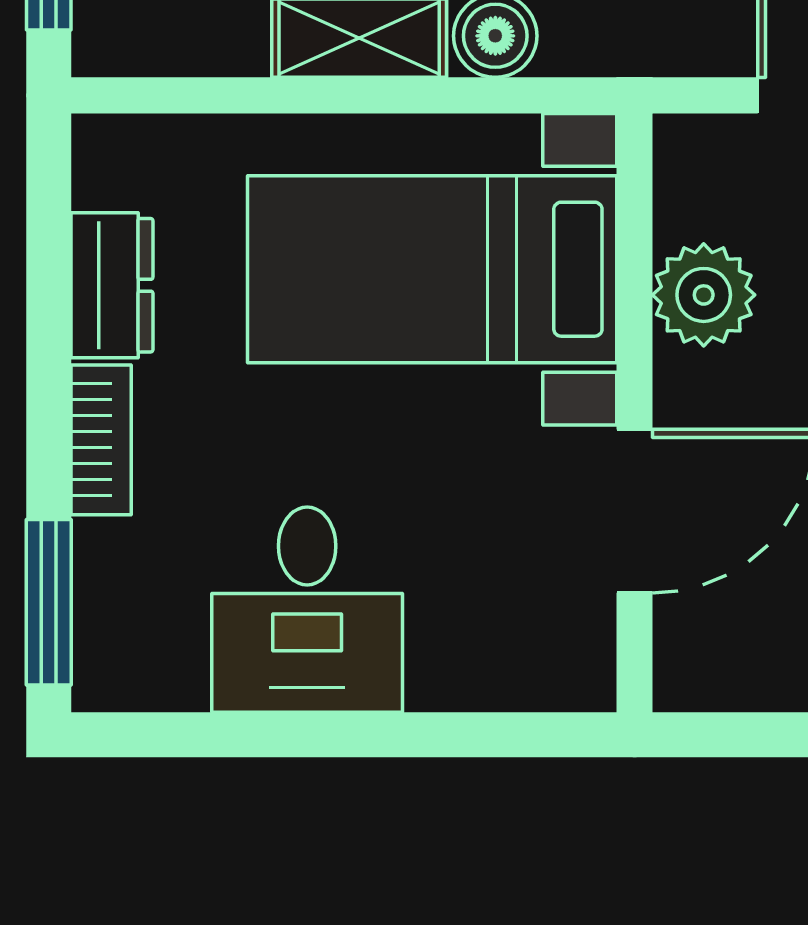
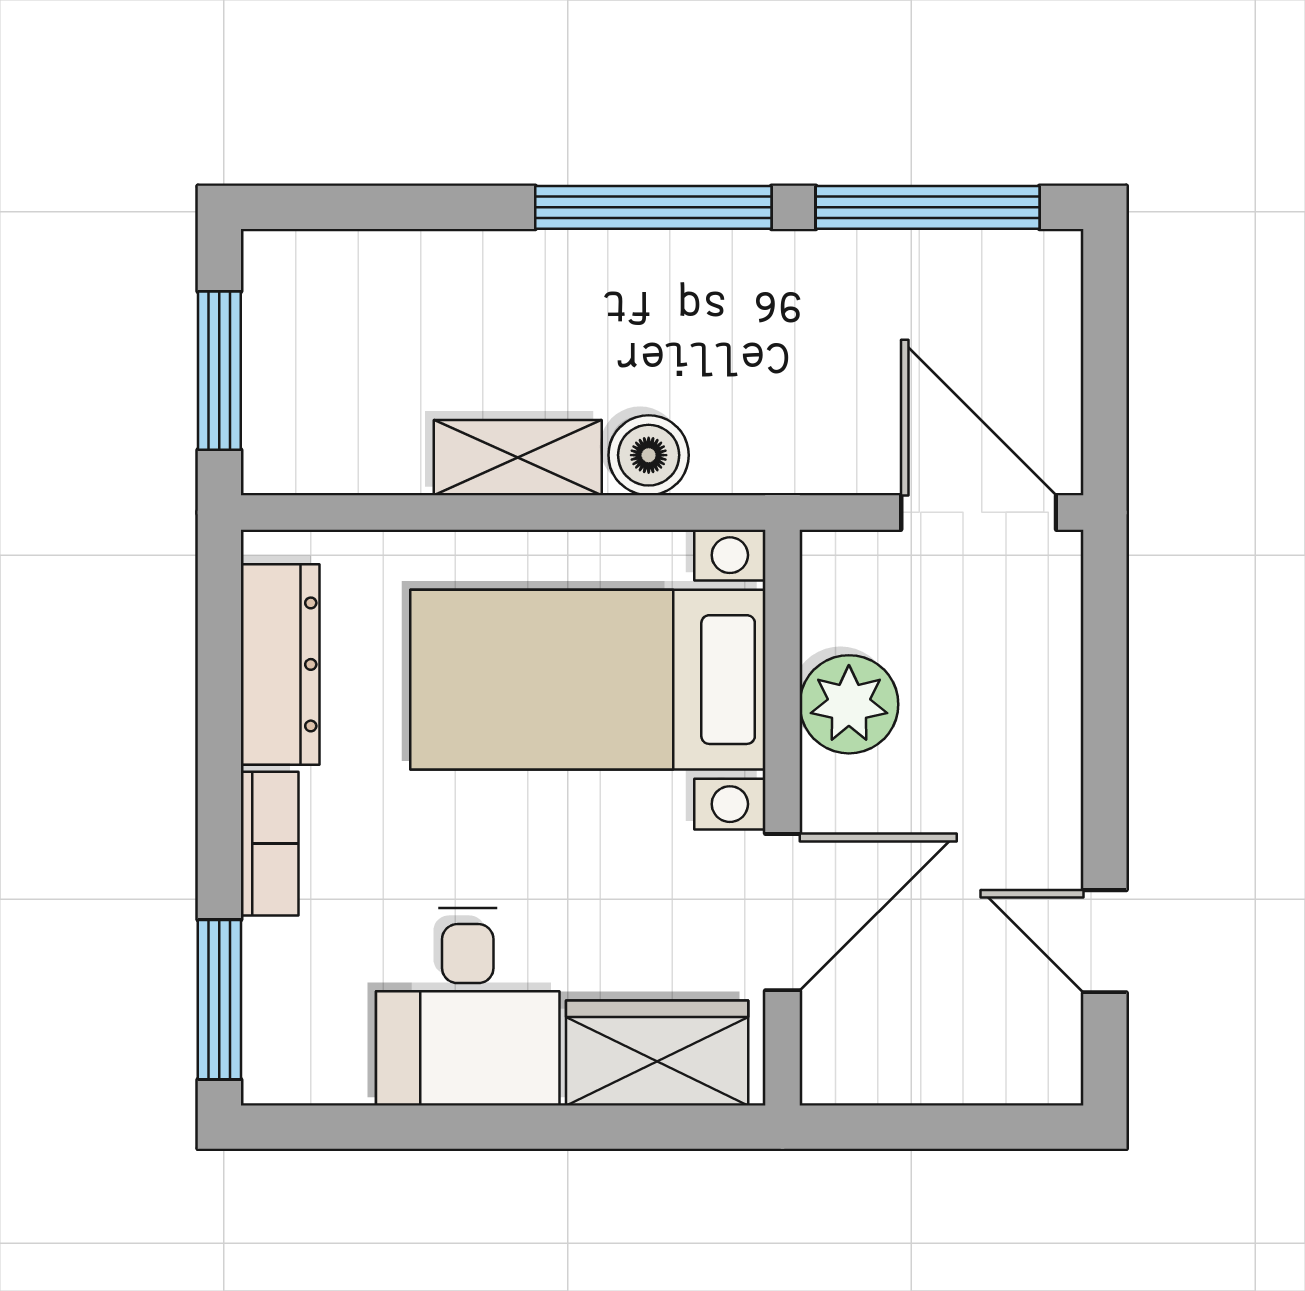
dresser: (112, 285) -> (280, 664), width x1.44
wardrobe: (504, 658) -> (657, 1053), added

